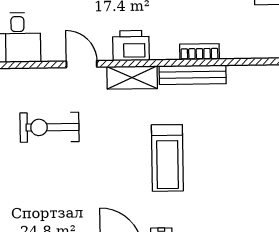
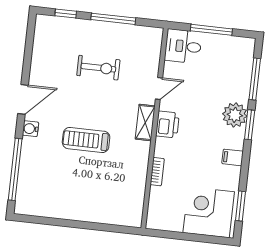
bench: (193, 75) -> (142, 165), removed
exercise bike: (50, 127) -> (98, 68), moved, turned 90

